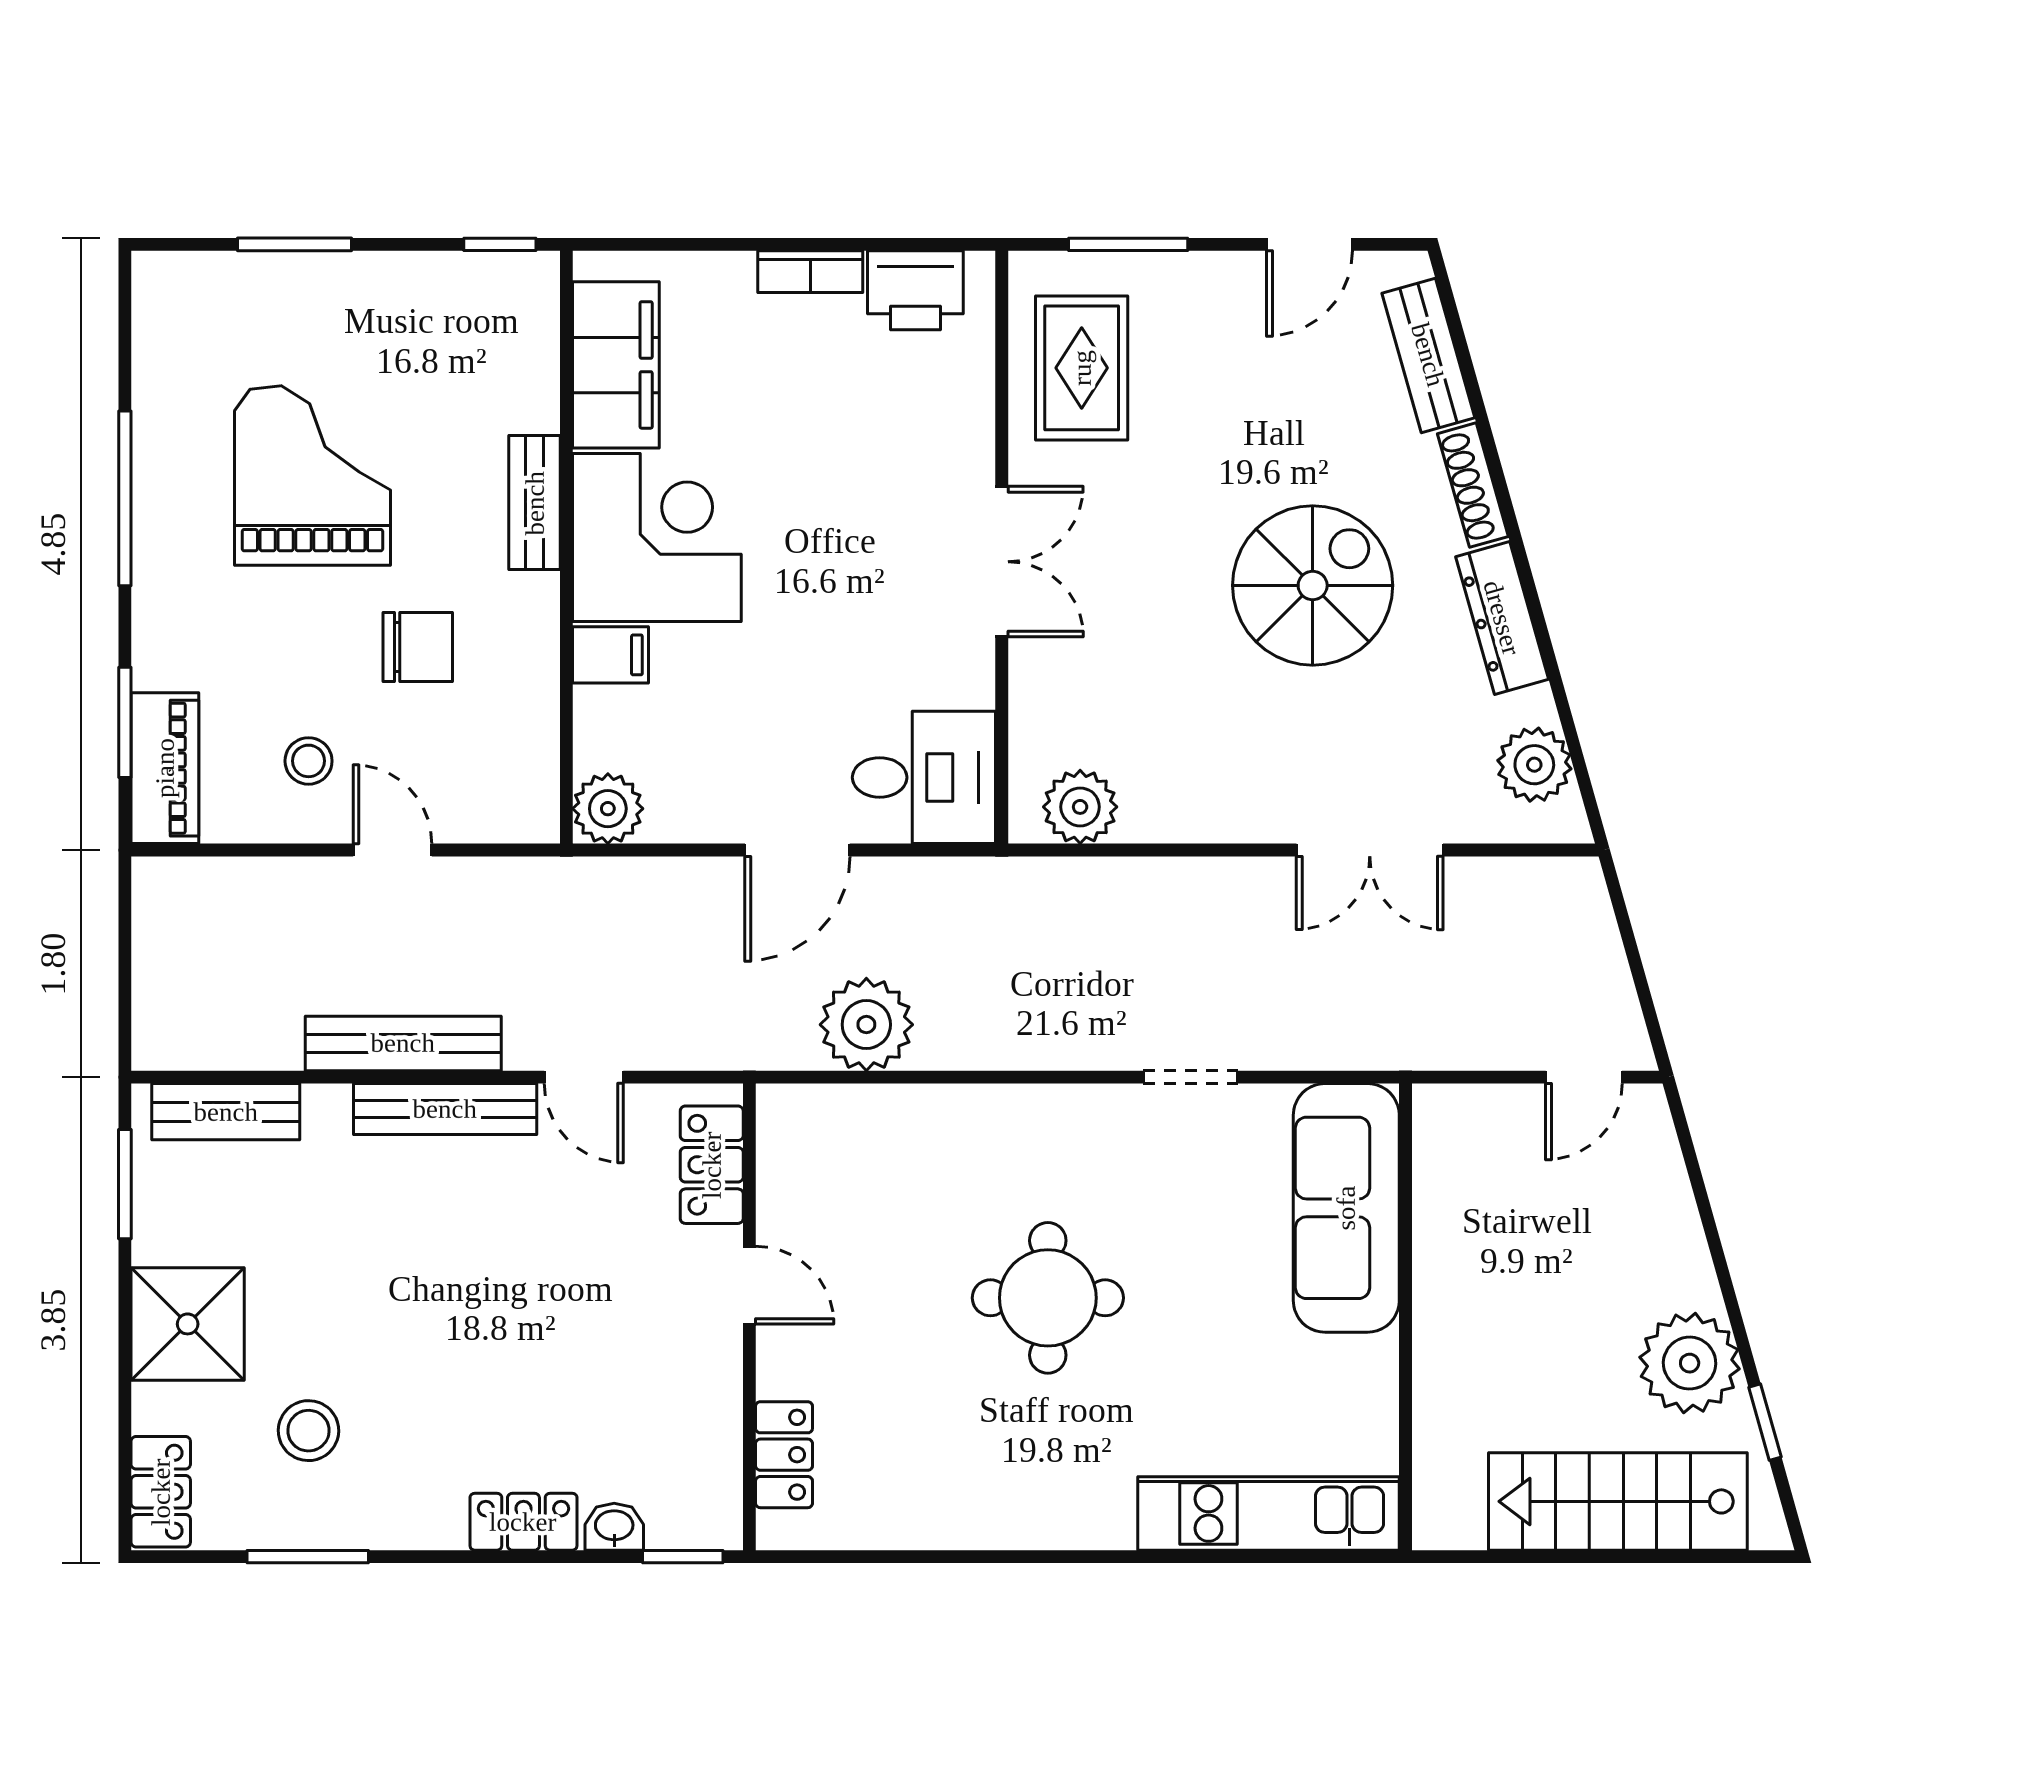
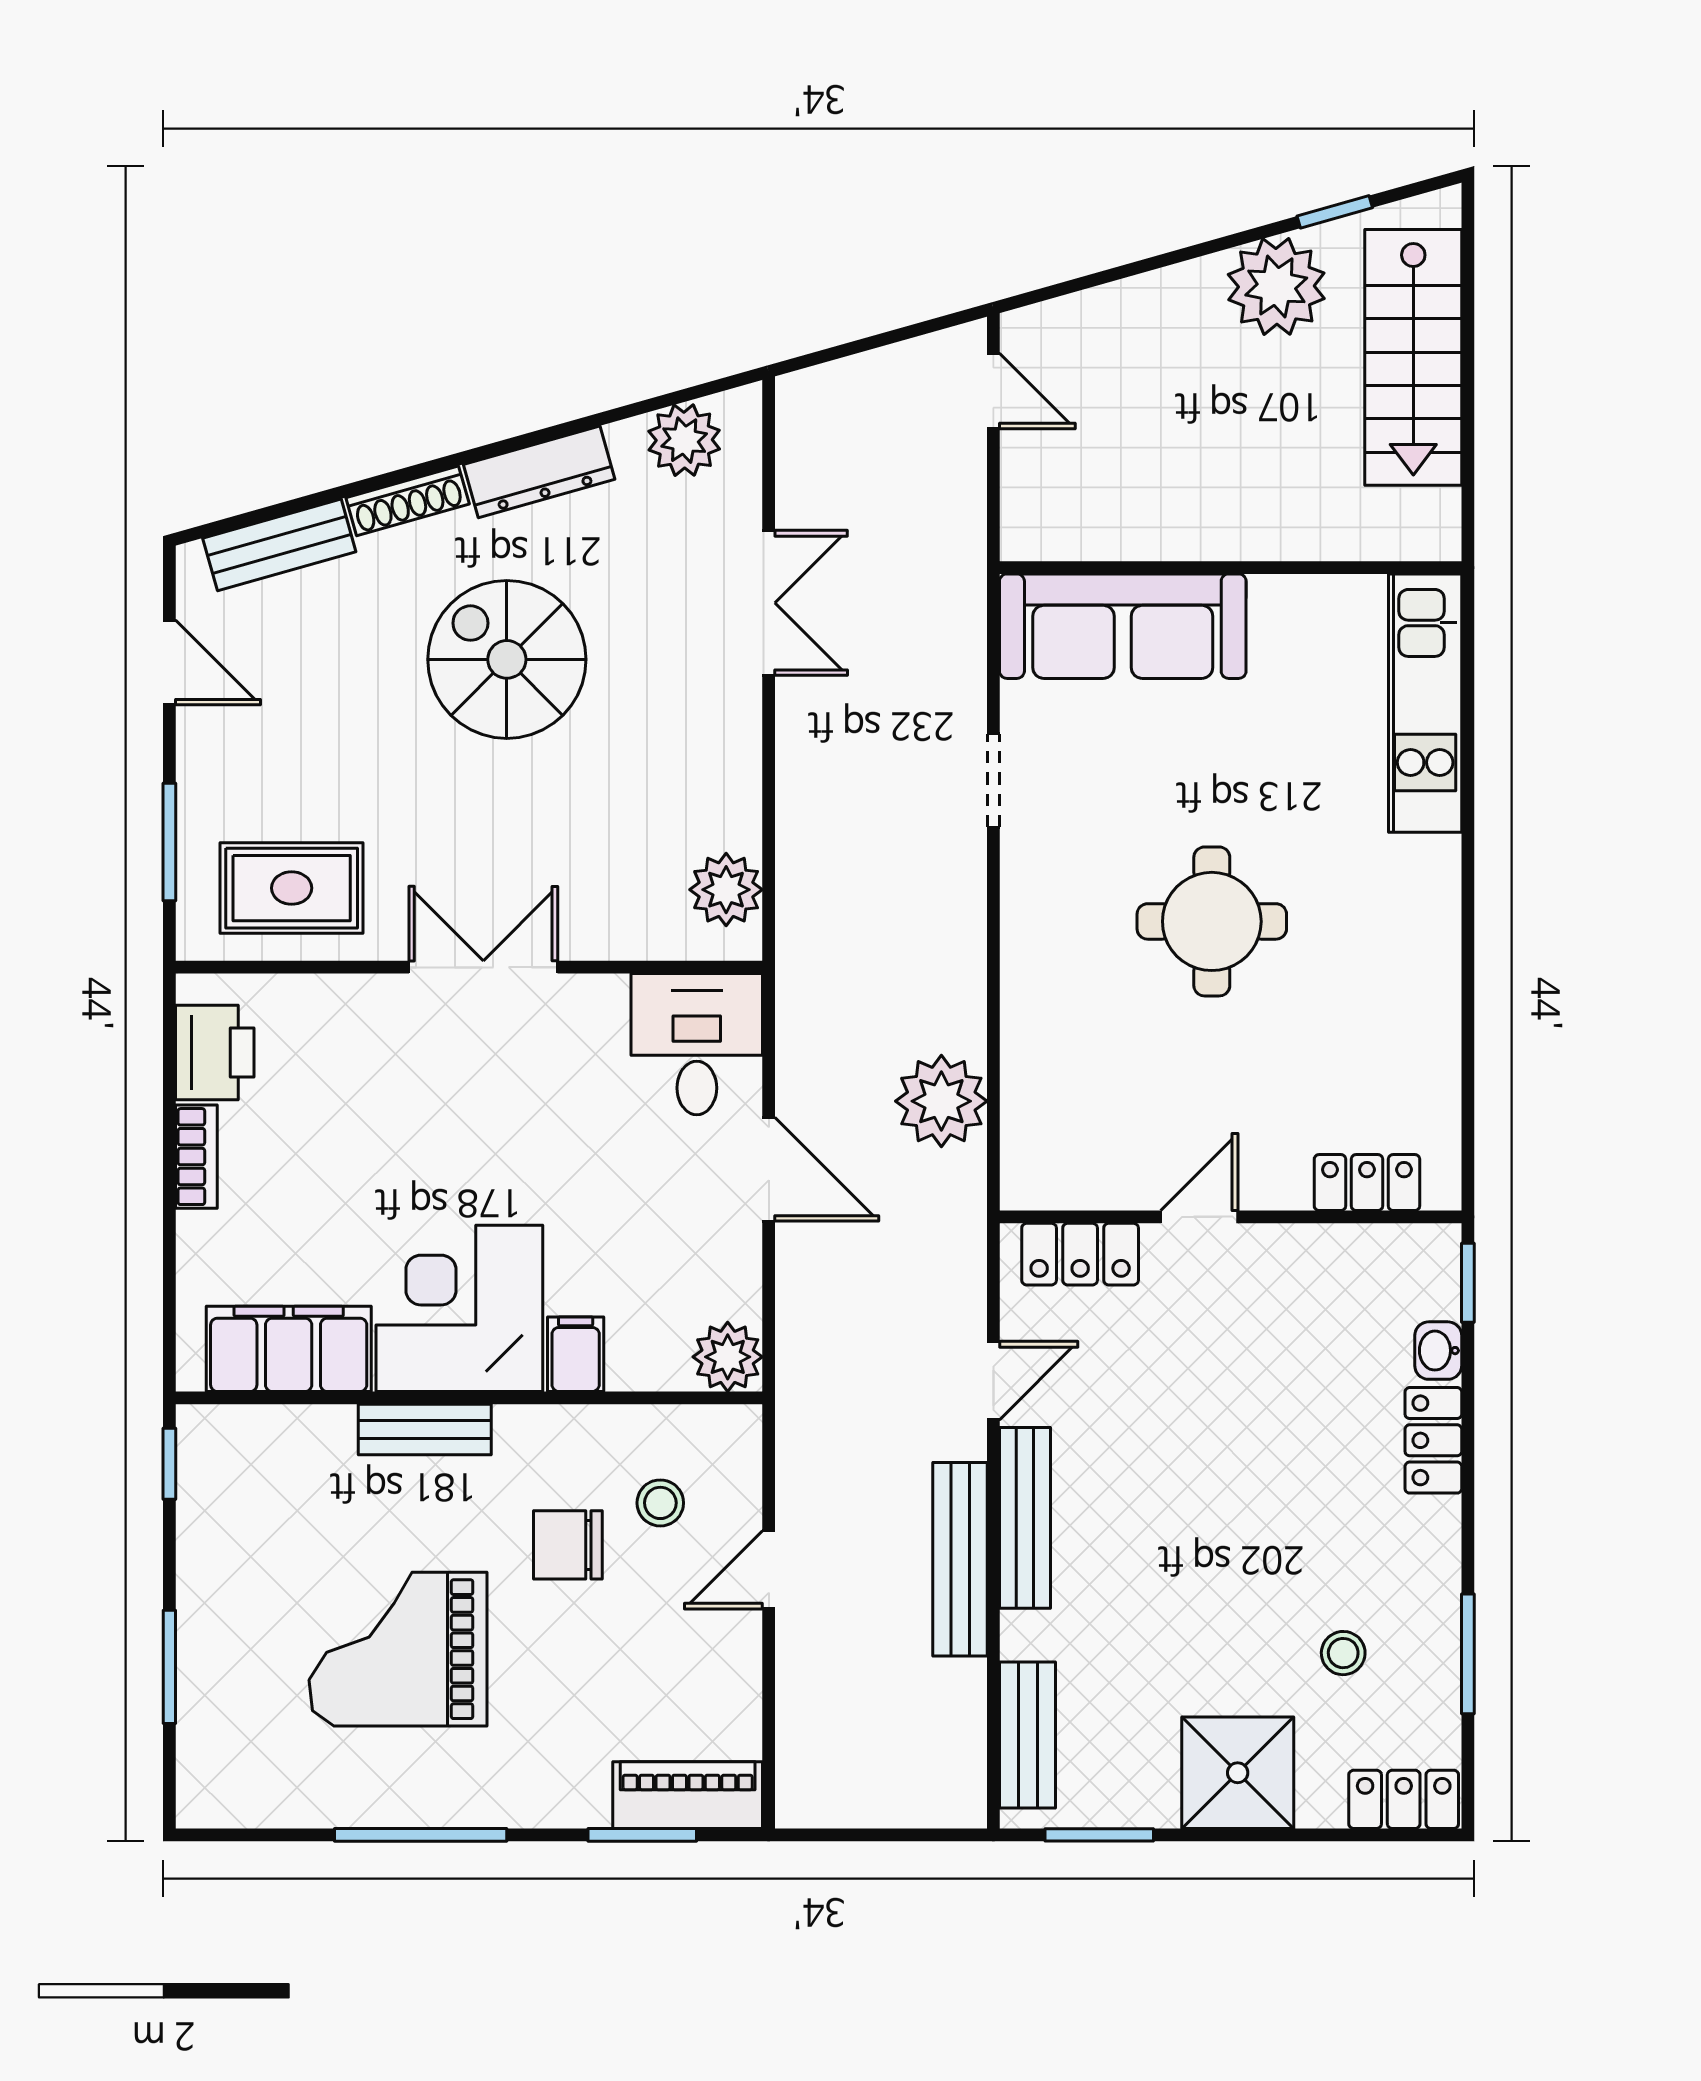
chair: (418, 647) -> (568, 1545), turned -90
stool: (309, 761) -> (660, 1503), moved
stool: (309, 1431) -> (1343, 1653), width x0.73, depth x0.73

